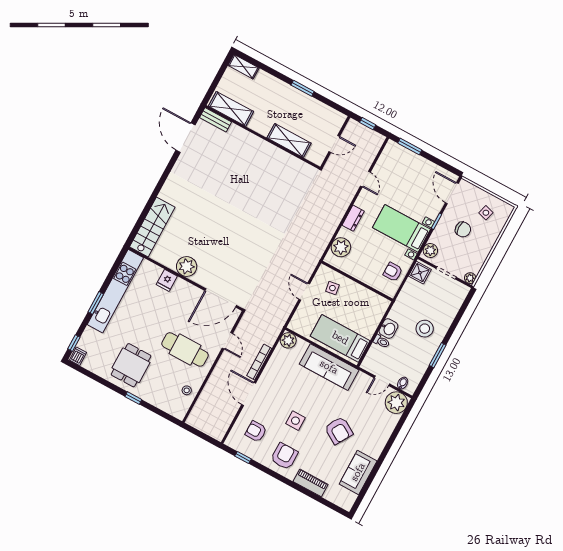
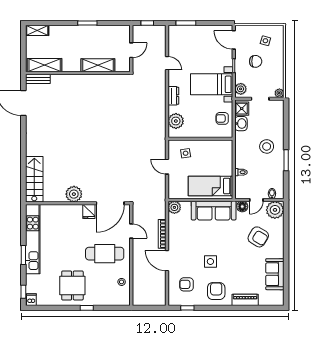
fridge: (167, 280) -> (89, 212), moved
washbasin: (388, 329) -> (241, 124), moved
floor lamp: (363, 380) -> (242, 207), added
armchair: (339, 430) -> (258, 237), moved

